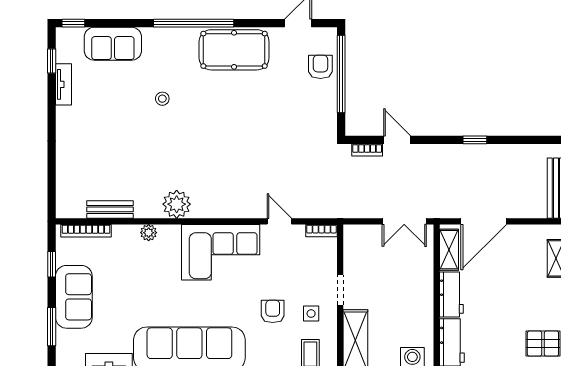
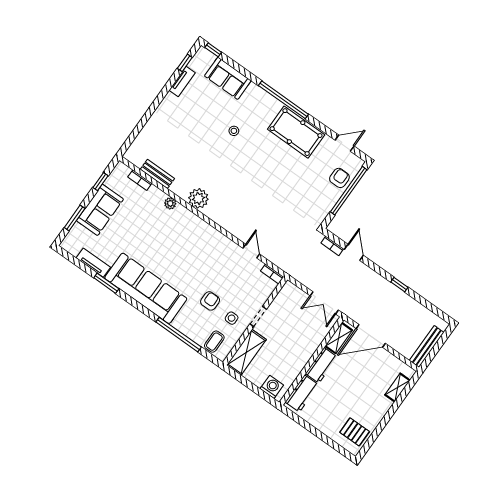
bookcase: (86, 231) -> (140, 180), width x0.64
corner sofa: (221, 252) -> (204, 245), removed

